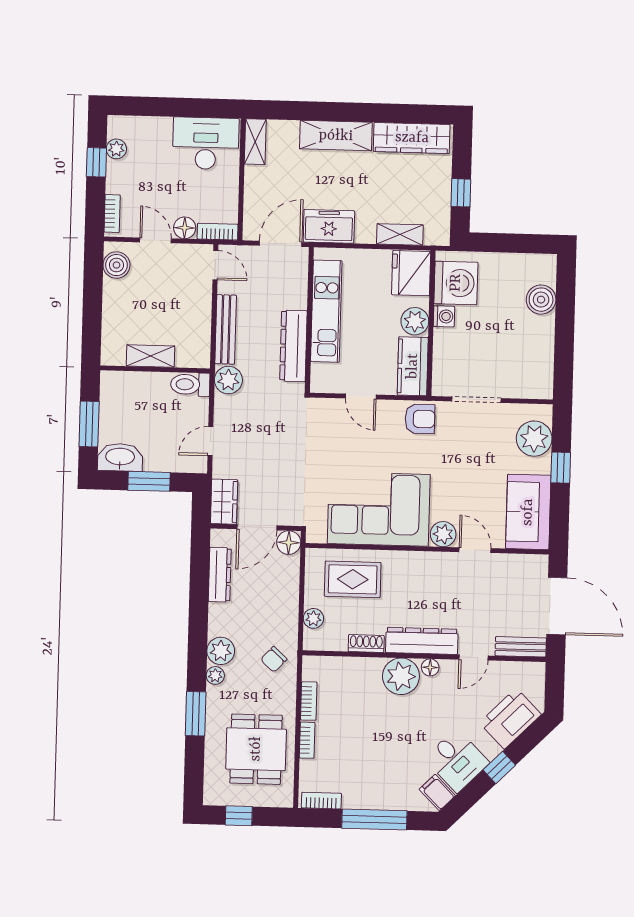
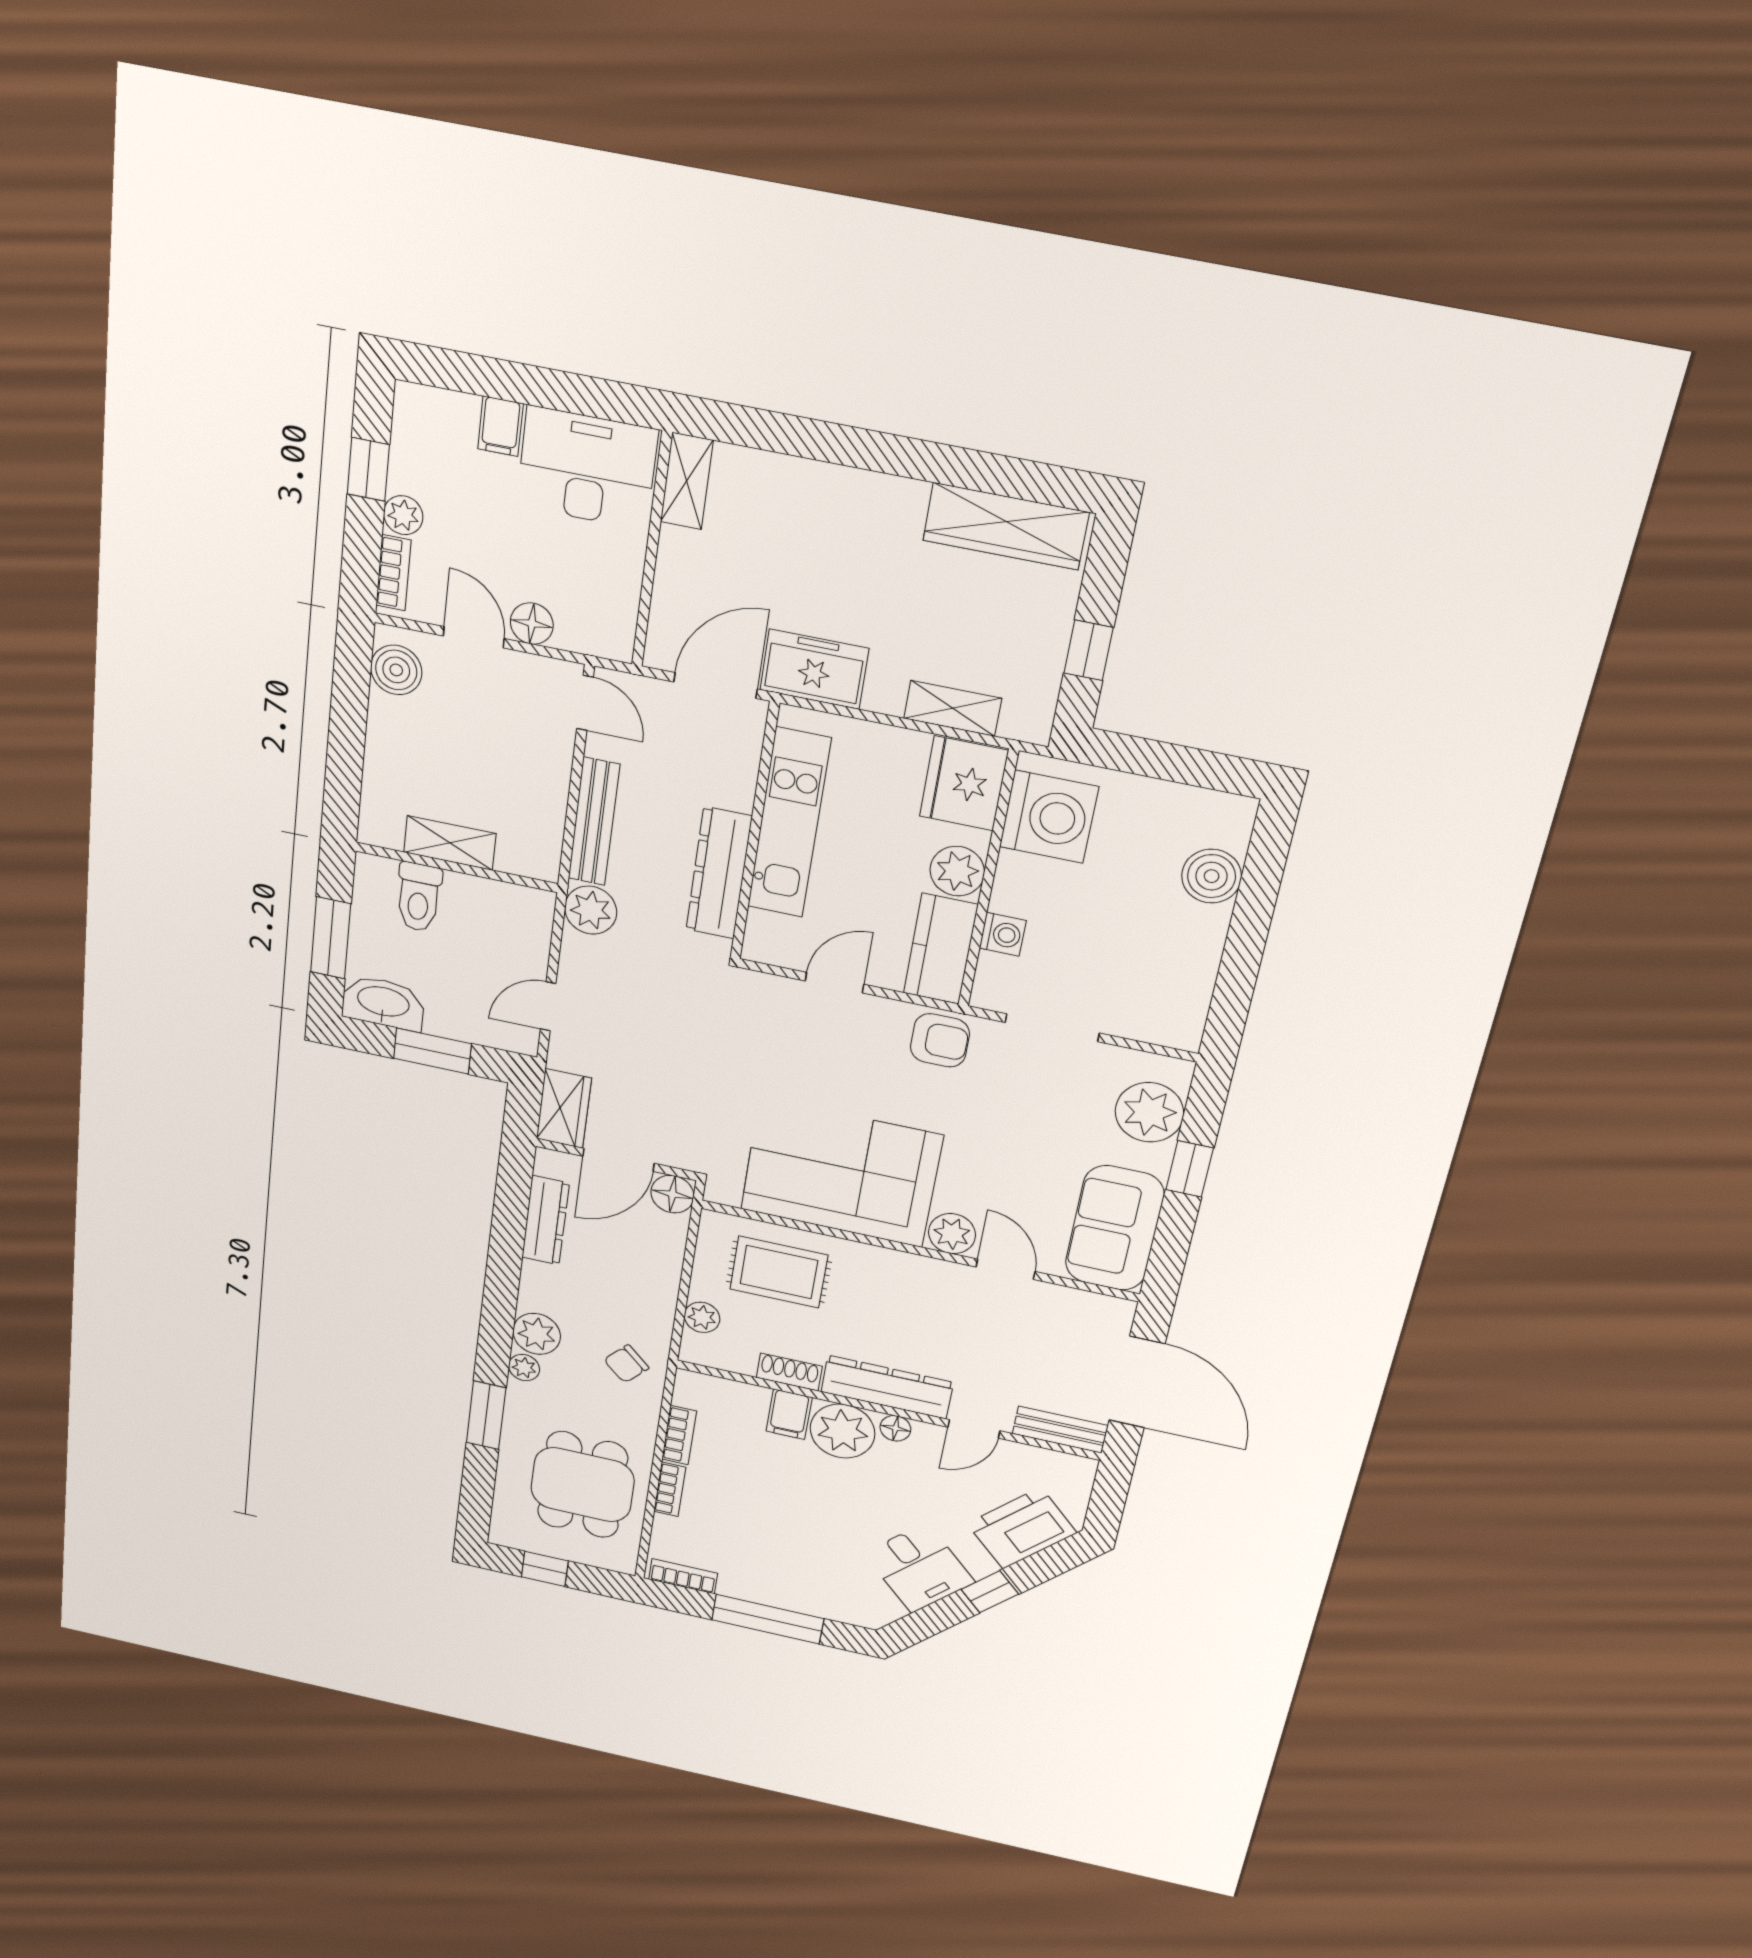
filing cabinet: (161, 130) -> (500, 426), added
shelving: (336, 136) -> (851, 496), removed
plant: (116, 149) -> (403, 515), moved
bookcase: (218, 232) -> (595, 642), removed
washing machine: (444, 316) -> (1003, 934), moved
toilet: (190, 384) -> (419, 897), moved, turned -90
door: (361, 397) -> (835, 983), swing flipped
filing cabinet: (437, 792) -> (789, 1414), moved, turned -135

